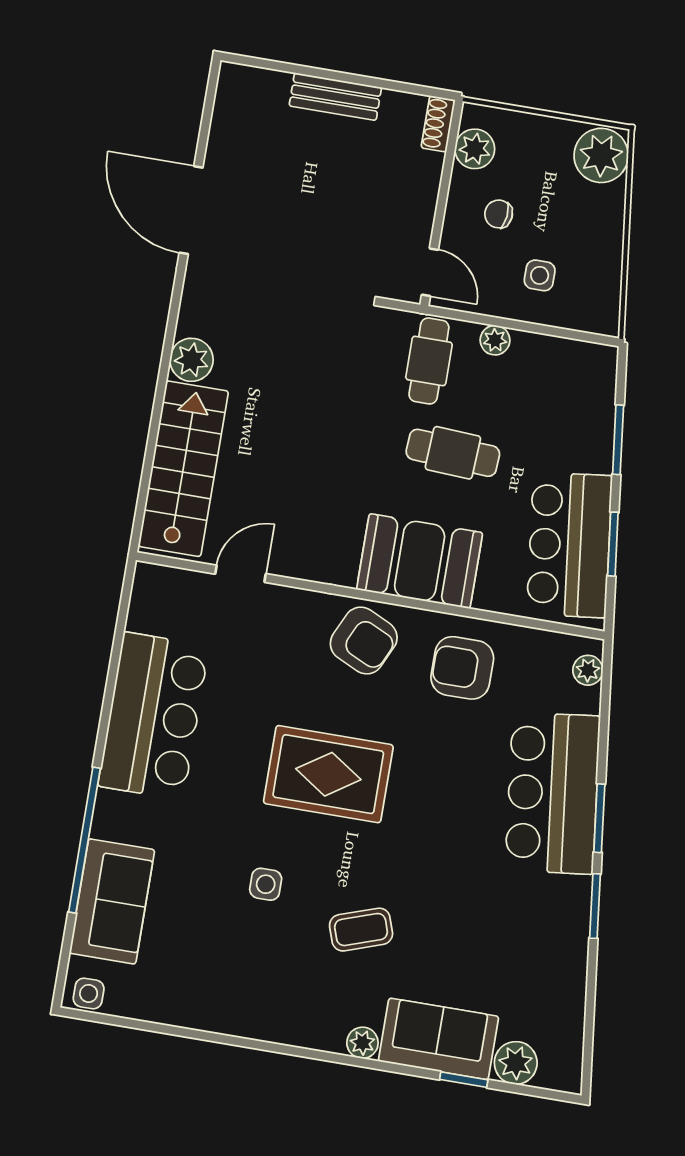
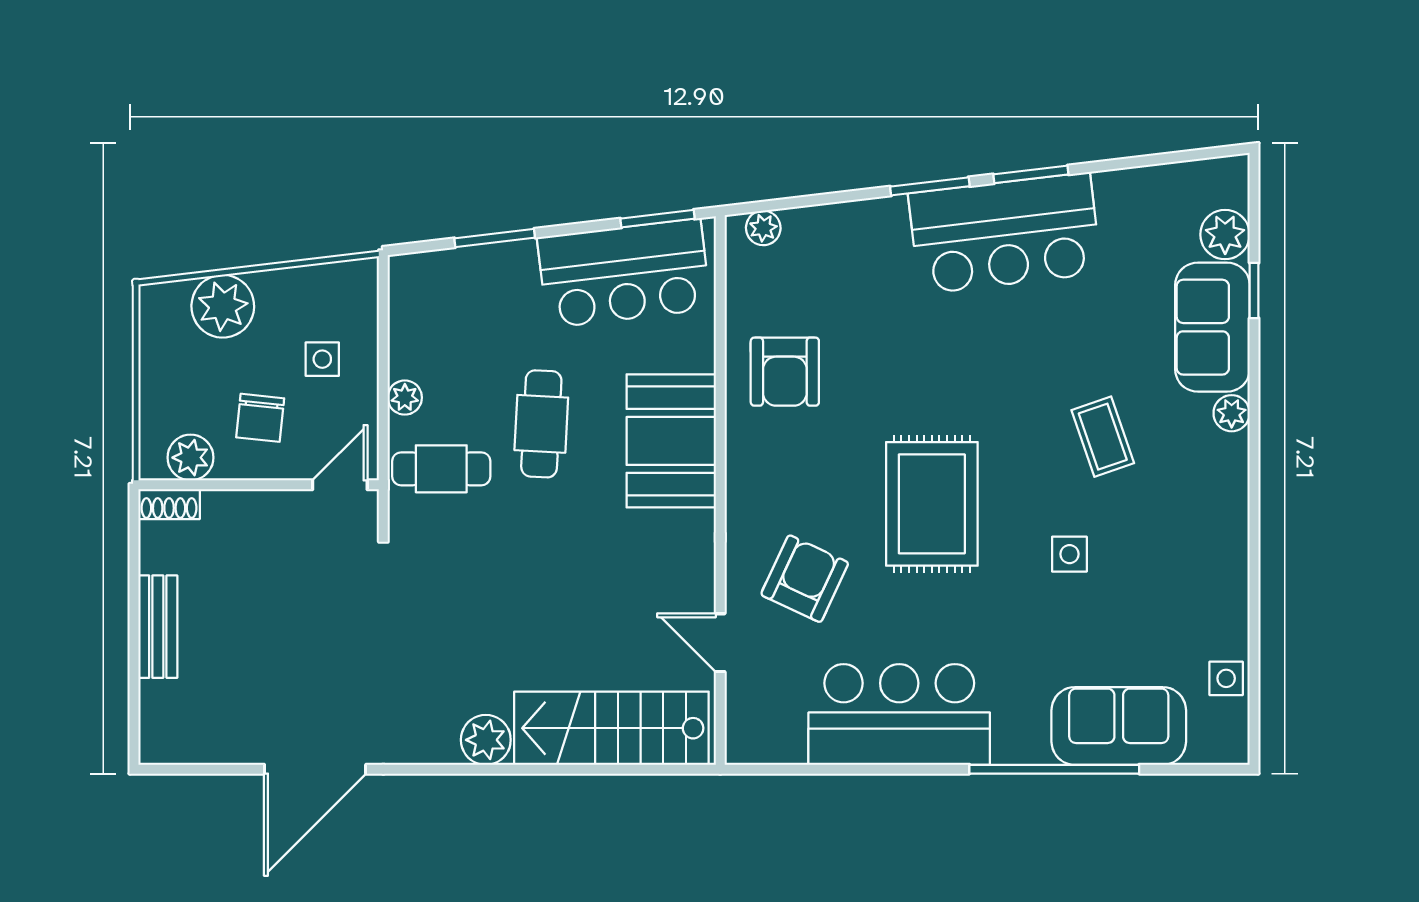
plant: (601, 155) -> (223, 306), moved
chair: (499, 214) -> (260, 418), width x1.37, depth x1.37
window: (613, 544) -> (657, 219), moved
armchair: (364, 641) -> (805, 579), moved
bar counter: (553, 793) -> (1005, 233), moved
side table: (89, 993) -> (1226, 678), moved

